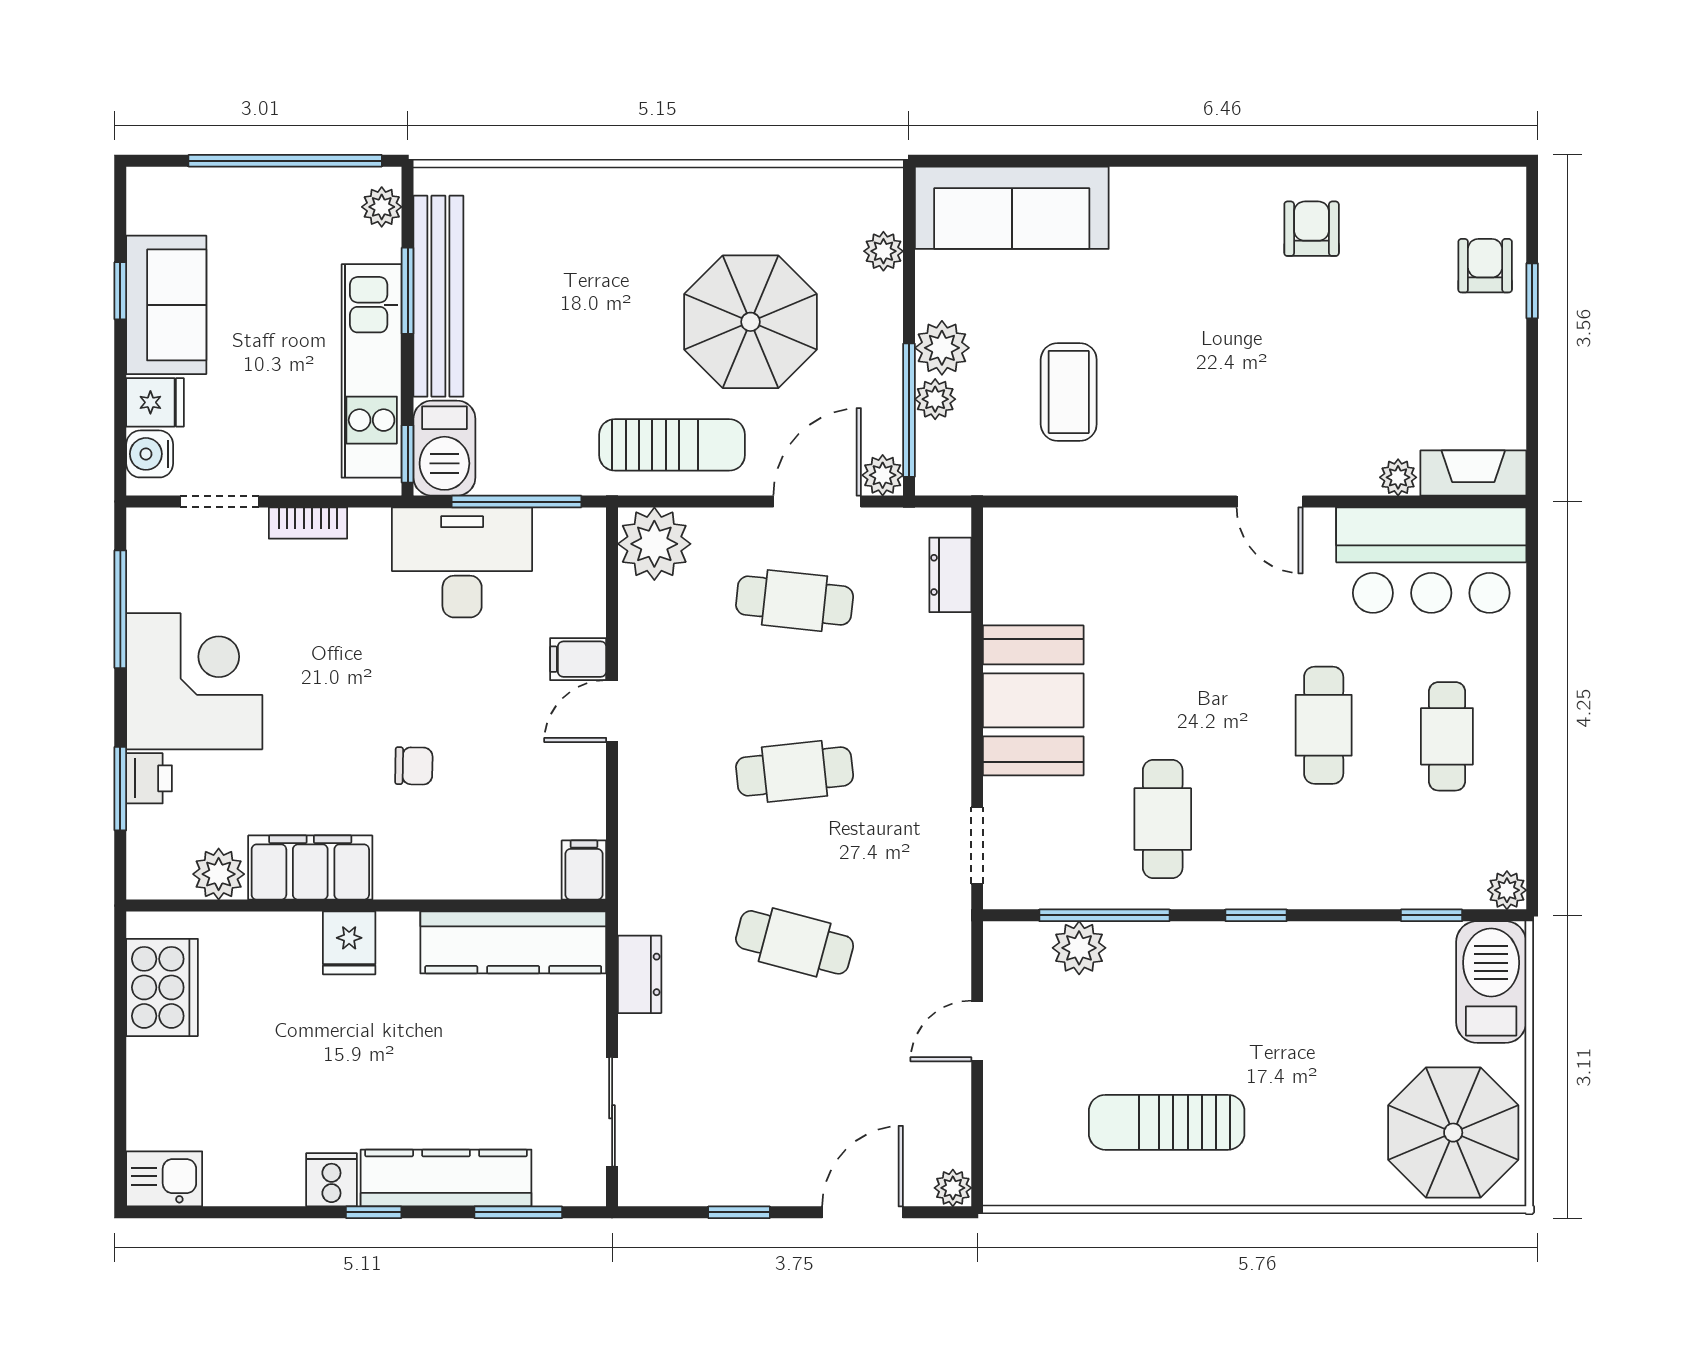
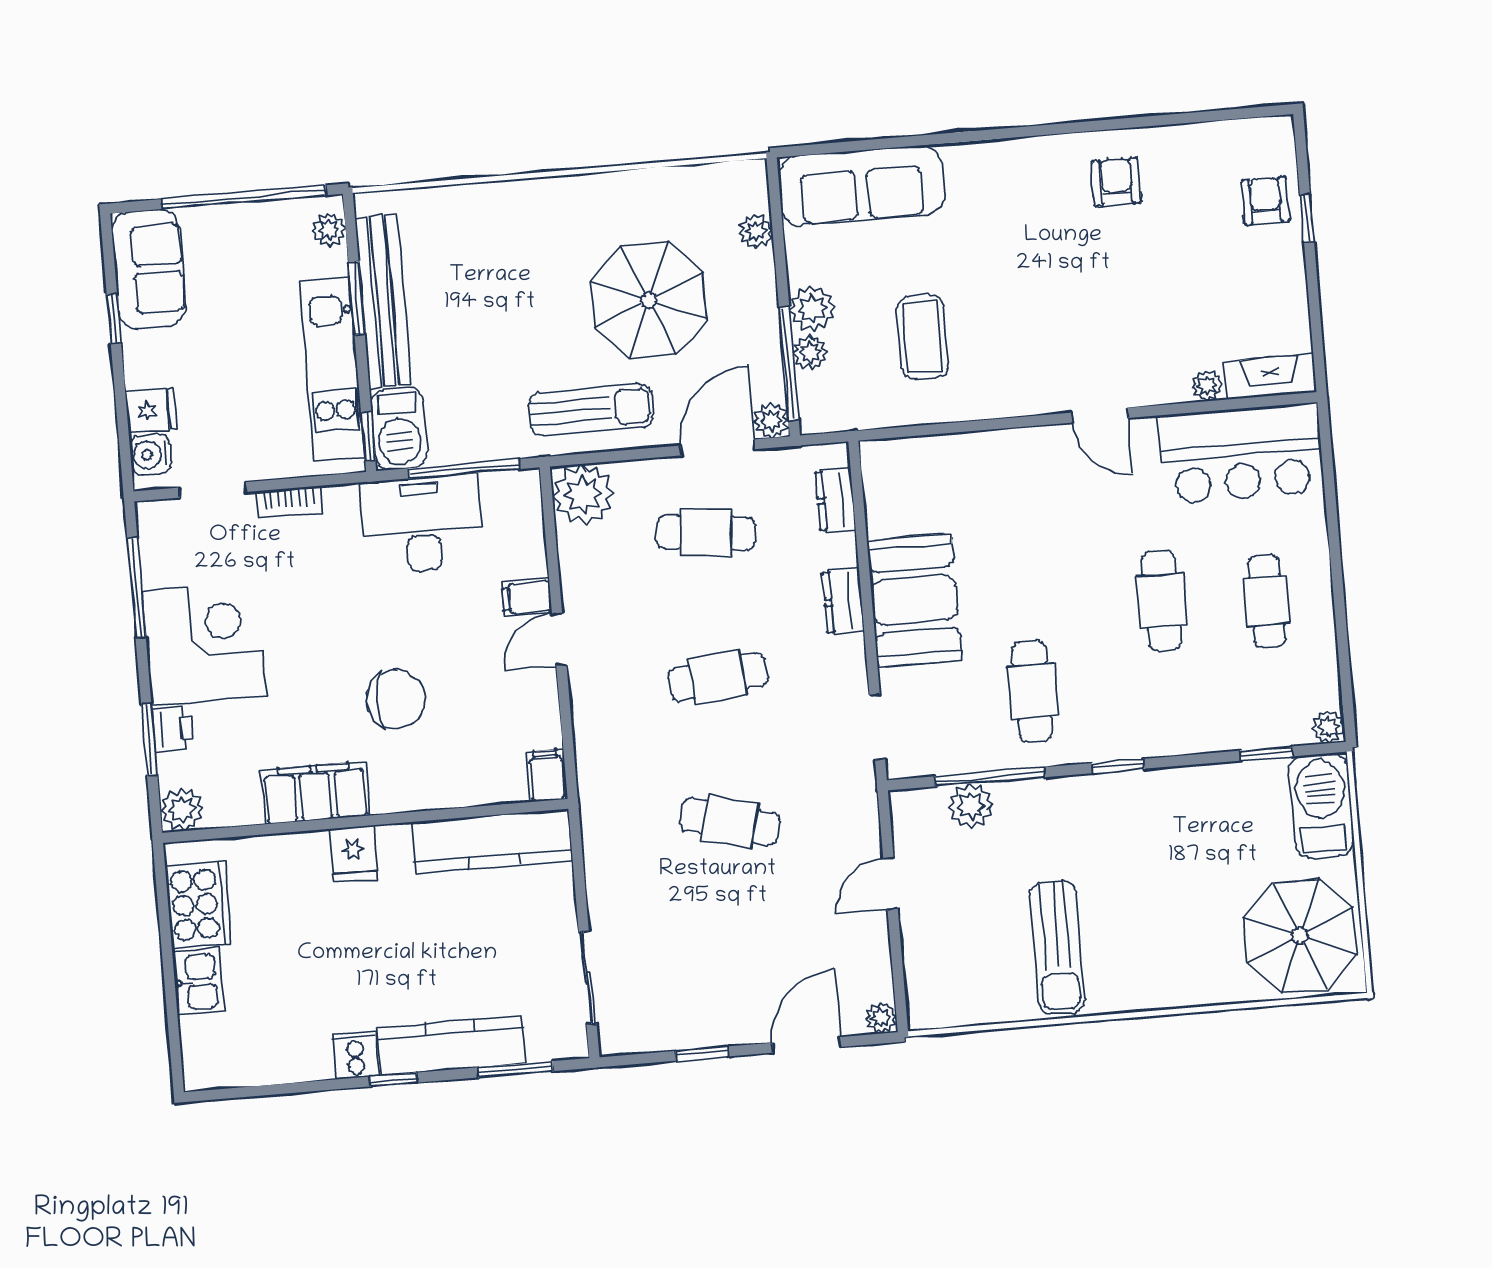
sofa: (166, 305) -> (149, 269), moved
chair: (414, 766) -> (396, 699), width x1.87, depth x1.87
plant: (219, 874) -> (182, 809), moved
dresser: (640, 974) -> (843, 601), moved, turned 180
sun lounger: (1167, 1122) -> (1057, 947), turned -90
kitchen sink: (164, 1179) -> (198, 982), moved, turned 90

